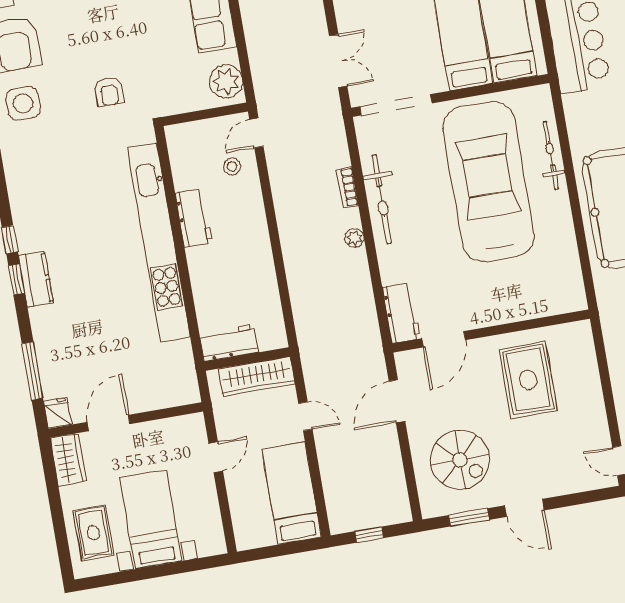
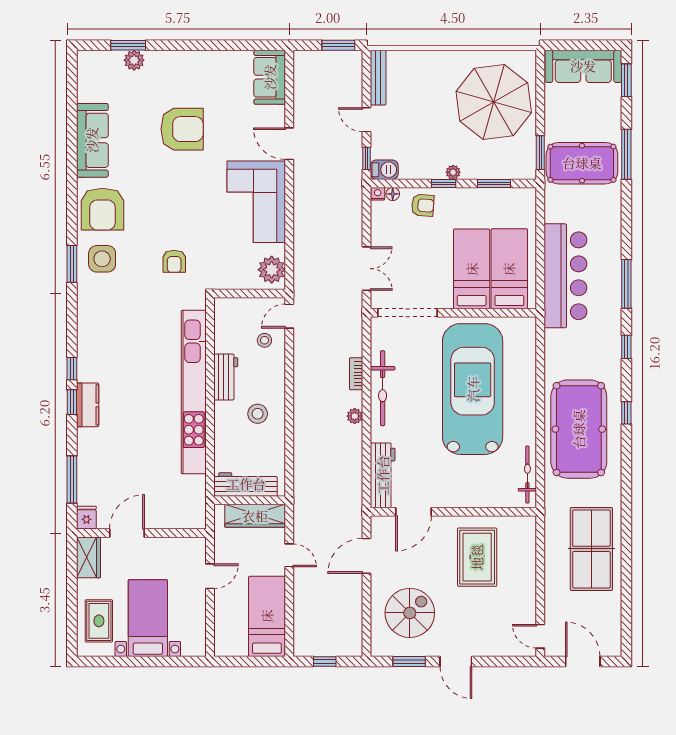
bicycle: (551, 155) -> (527, 475), moved
stool: (239, 255) -> (258, 414), added
workbench: (401, 313) -> (383, 475), width x1.38
workbench: (229, 343) -> (246, 484), width x1.38
spiral stairs: (460, 460) -> (410, 613), turned -90

